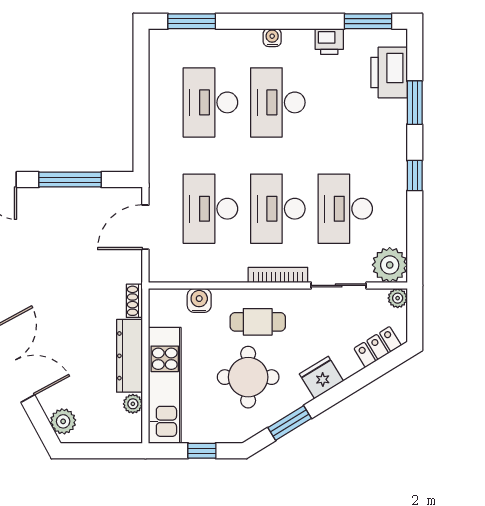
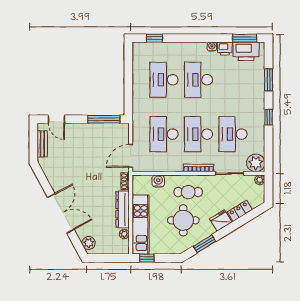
window: (192, 21) -> (154, 38), width x0.67
water cooler: (272, 38) -> (212, 47), moved
printer: (389, 73) -> (246, 51), moved, turned -90
window: (70, 180) -> (104, 119), moved
door: (145, 227) -> (131, 156), moved
locker: (378, 347) -> (240, 211), moved
window: (202, 451) -> (147, 258), moved

